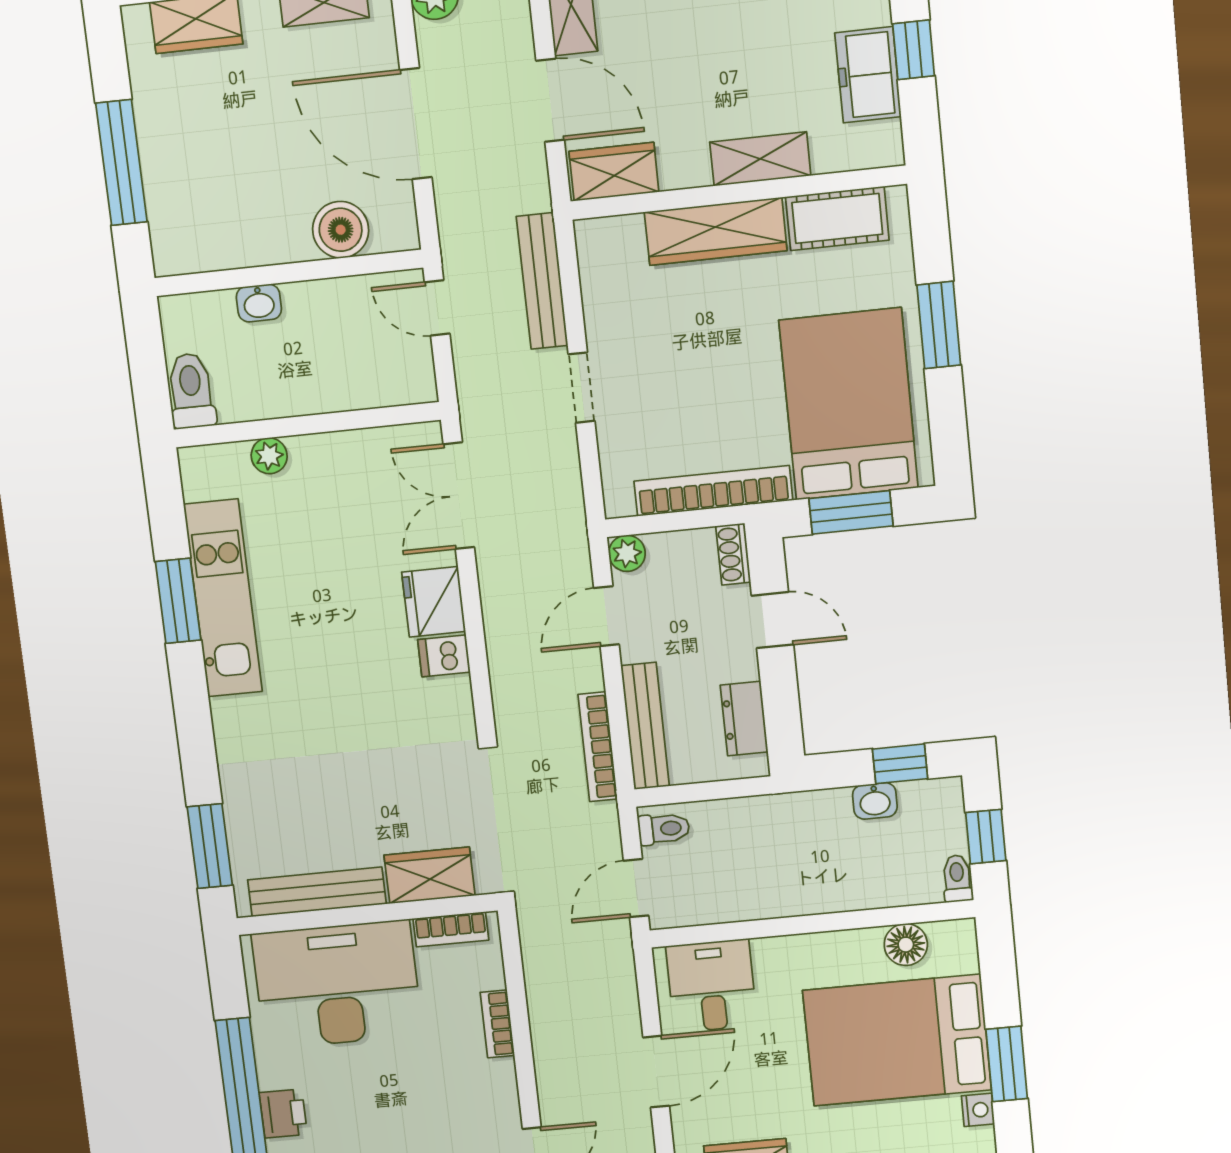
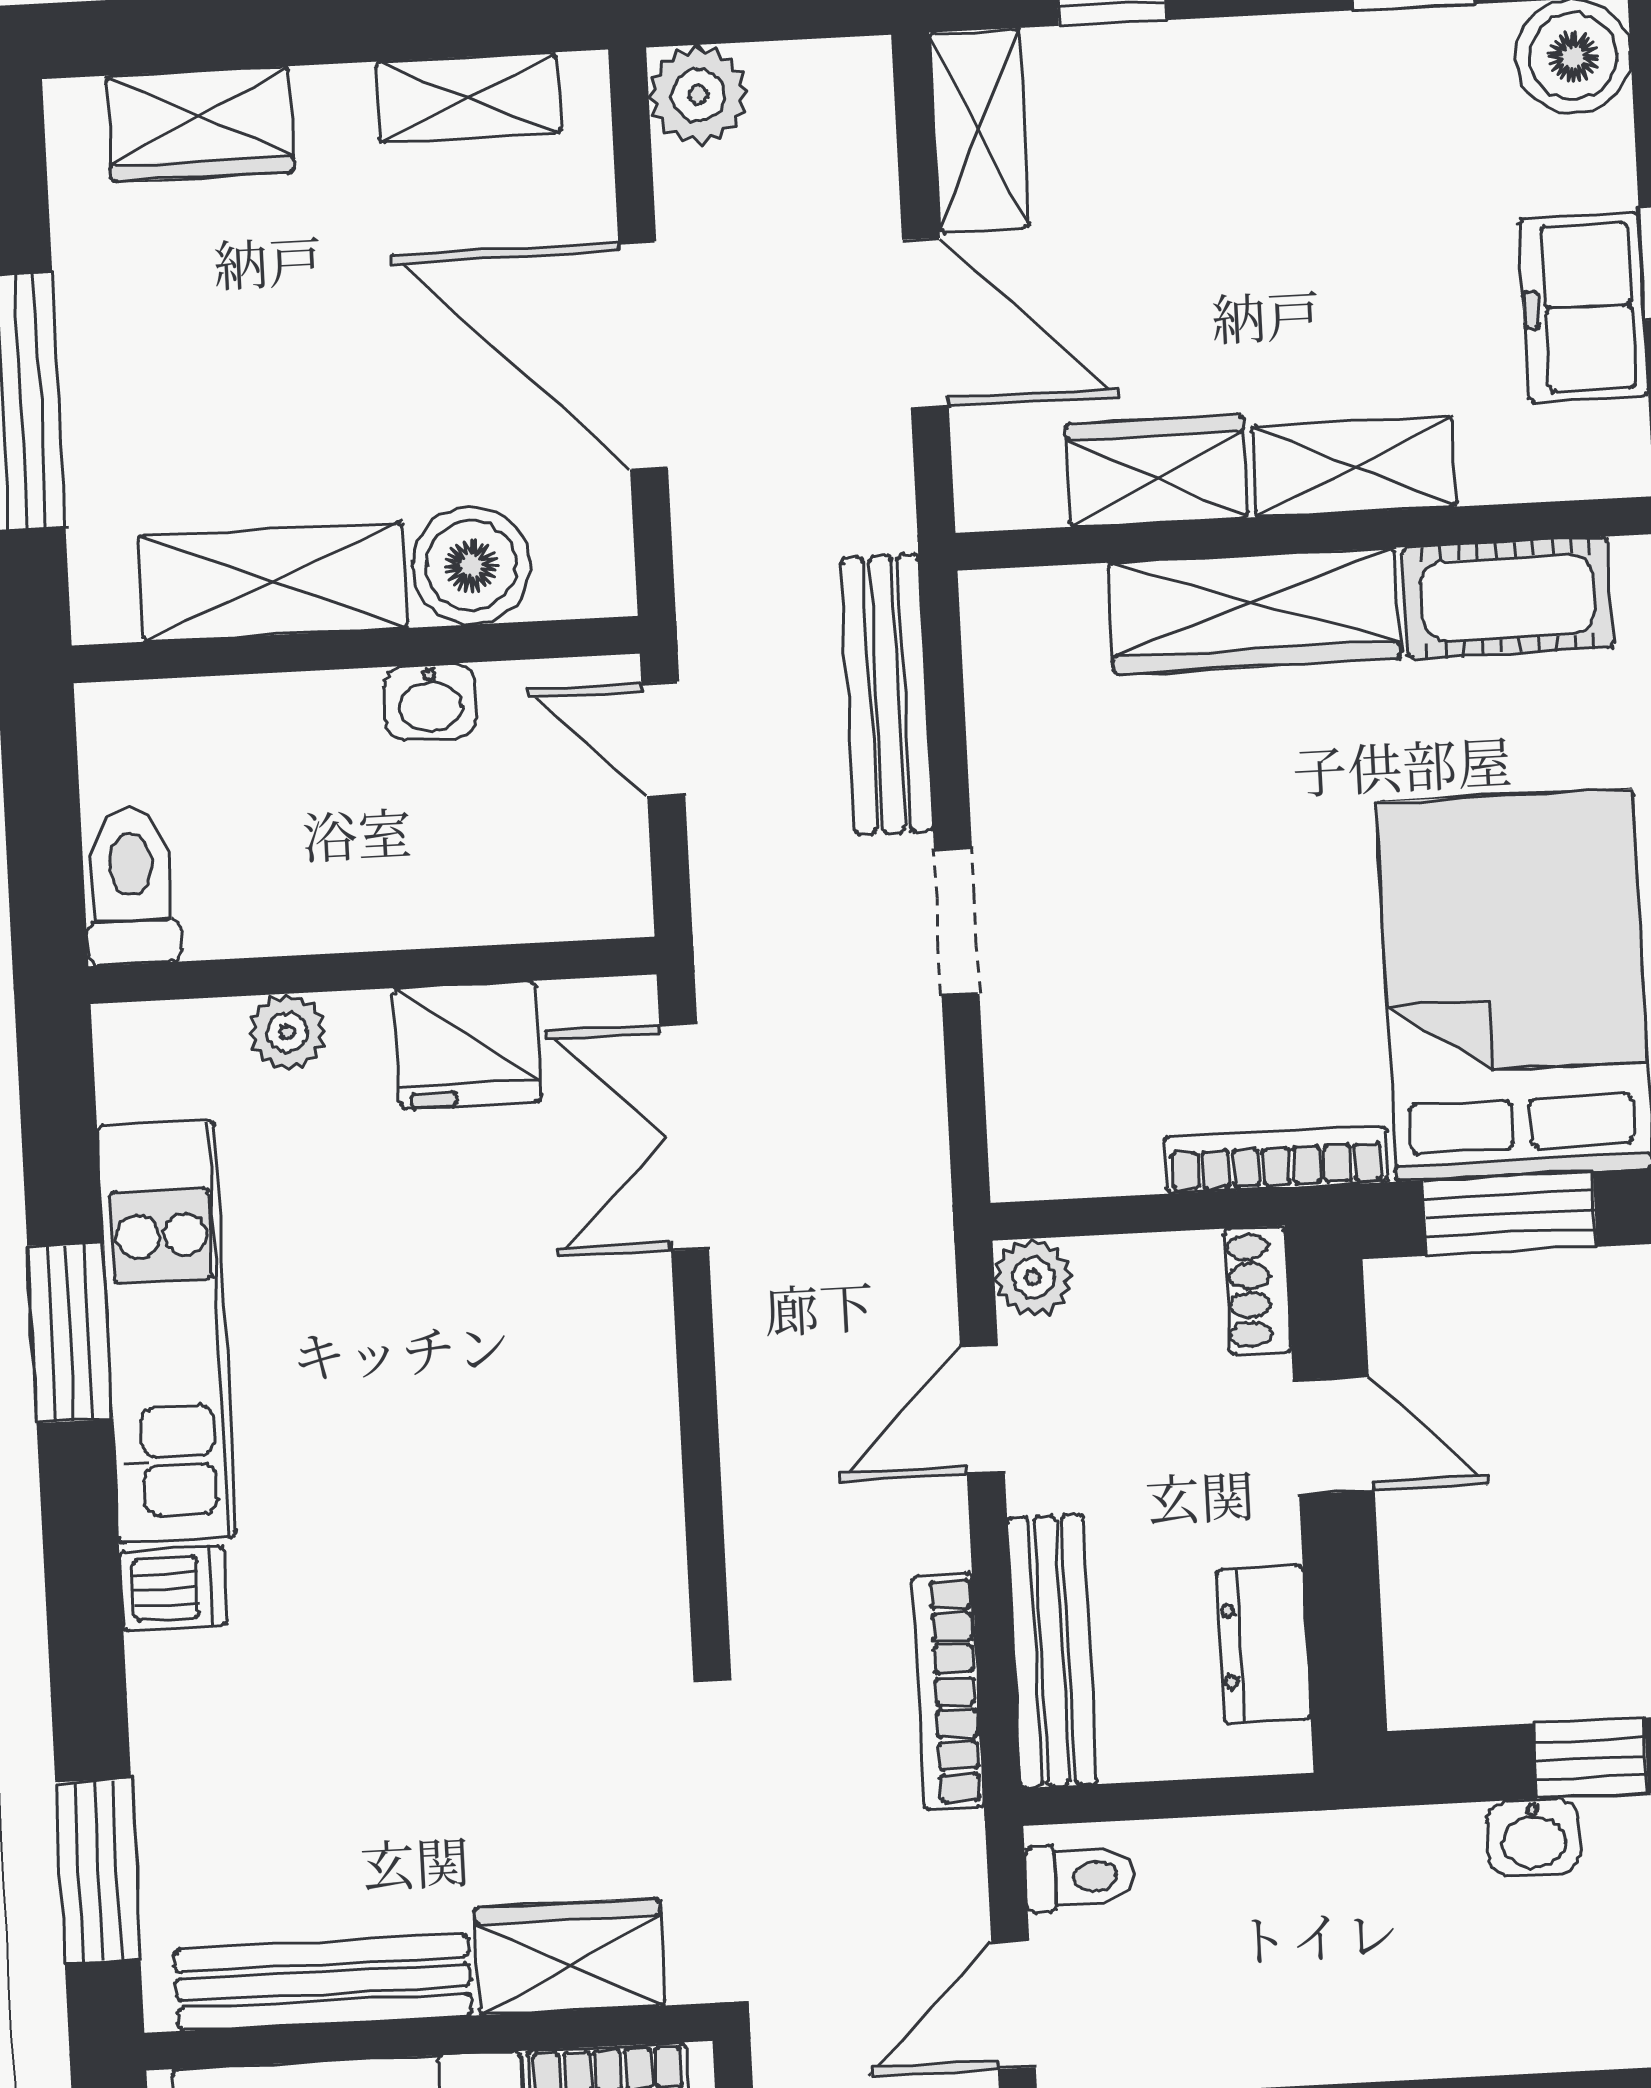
wardrobe: (614, 172) -> (1157, 471), moved
shelving: (247, 243) -> (273, 582), added
washbasin: (259, 303) -> (430, 702), moved
bookcase: (713, 491) -> (1276, 1160), width x0.68, depth x0.76
fridge: (434, 602) -> (468, 1045), moved, turned -90
dishwasher: (444, 656) -> (173, 1588), moved, turned 180

